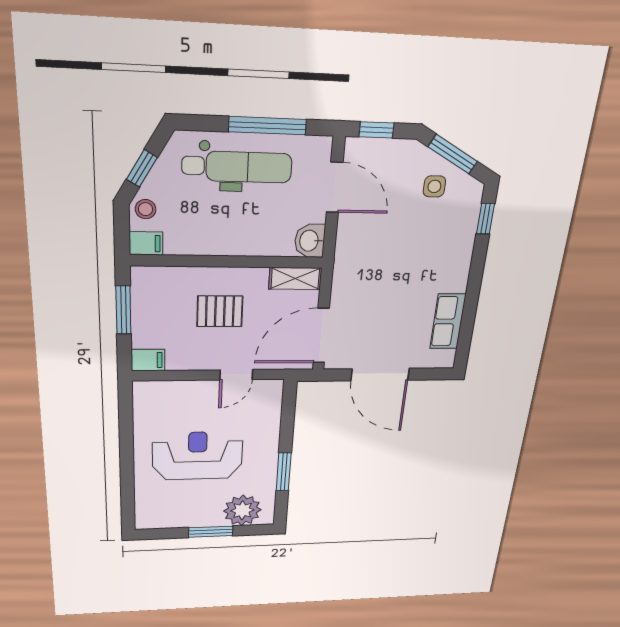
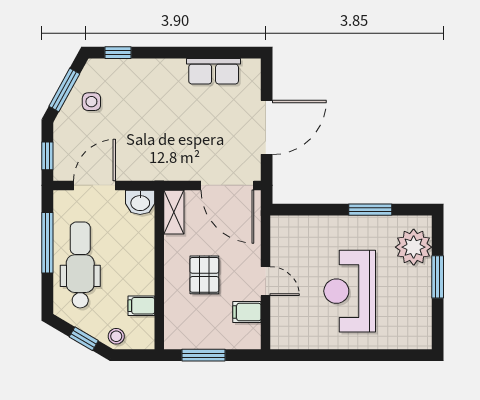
filing cabinet: (146, 243) -> (141, 306), moved, turned -90
filing cabinet: (148, 360) -> (247, 312), moved, turned -90
door: (236, 375) -> (266, 281), moved

